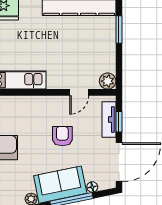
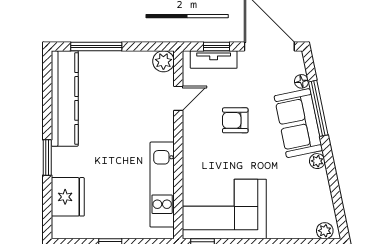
window: (119, 29) -> (96, 47), width x1.44
door: (79, 92) -> (178, 98), hinge flipped

